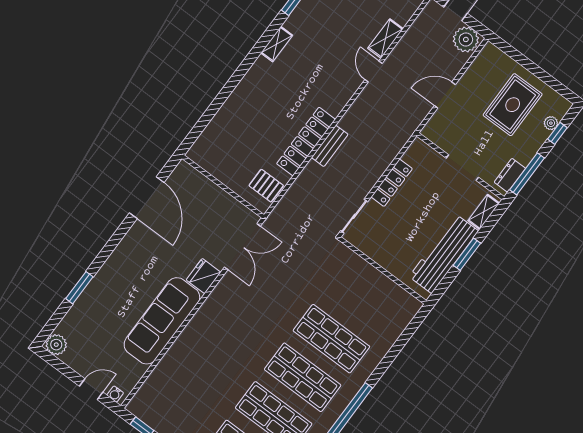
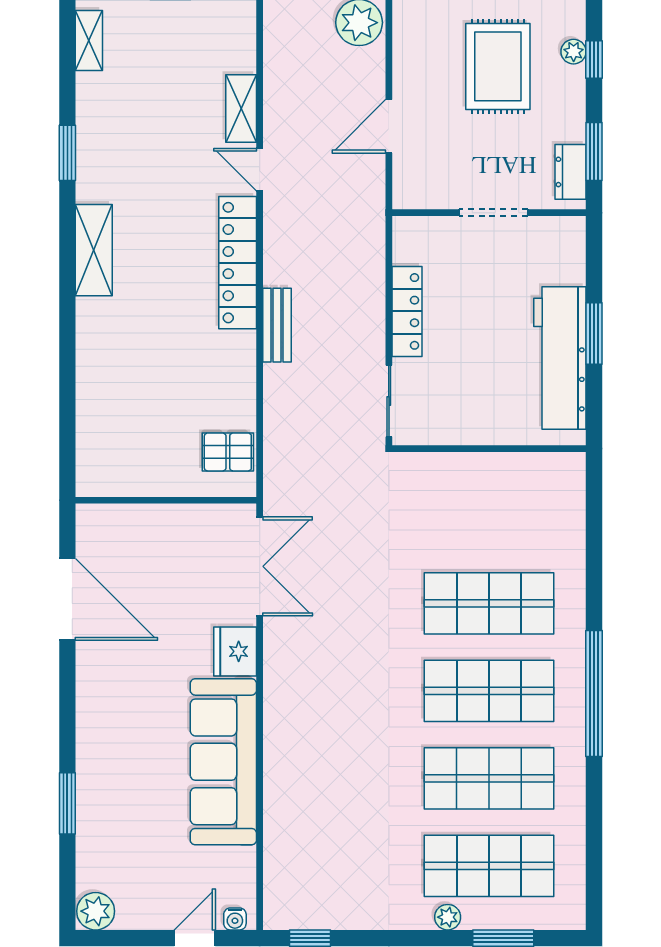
shelving: (277, 44) -> (94, 250), width x1.50, depth x1.33
locker: (306, 141) -> (238, 263), moved
window: (527, 174) -> (594, 152), width x0.69
shelving: (484, 212) -> (572, 254), removed

